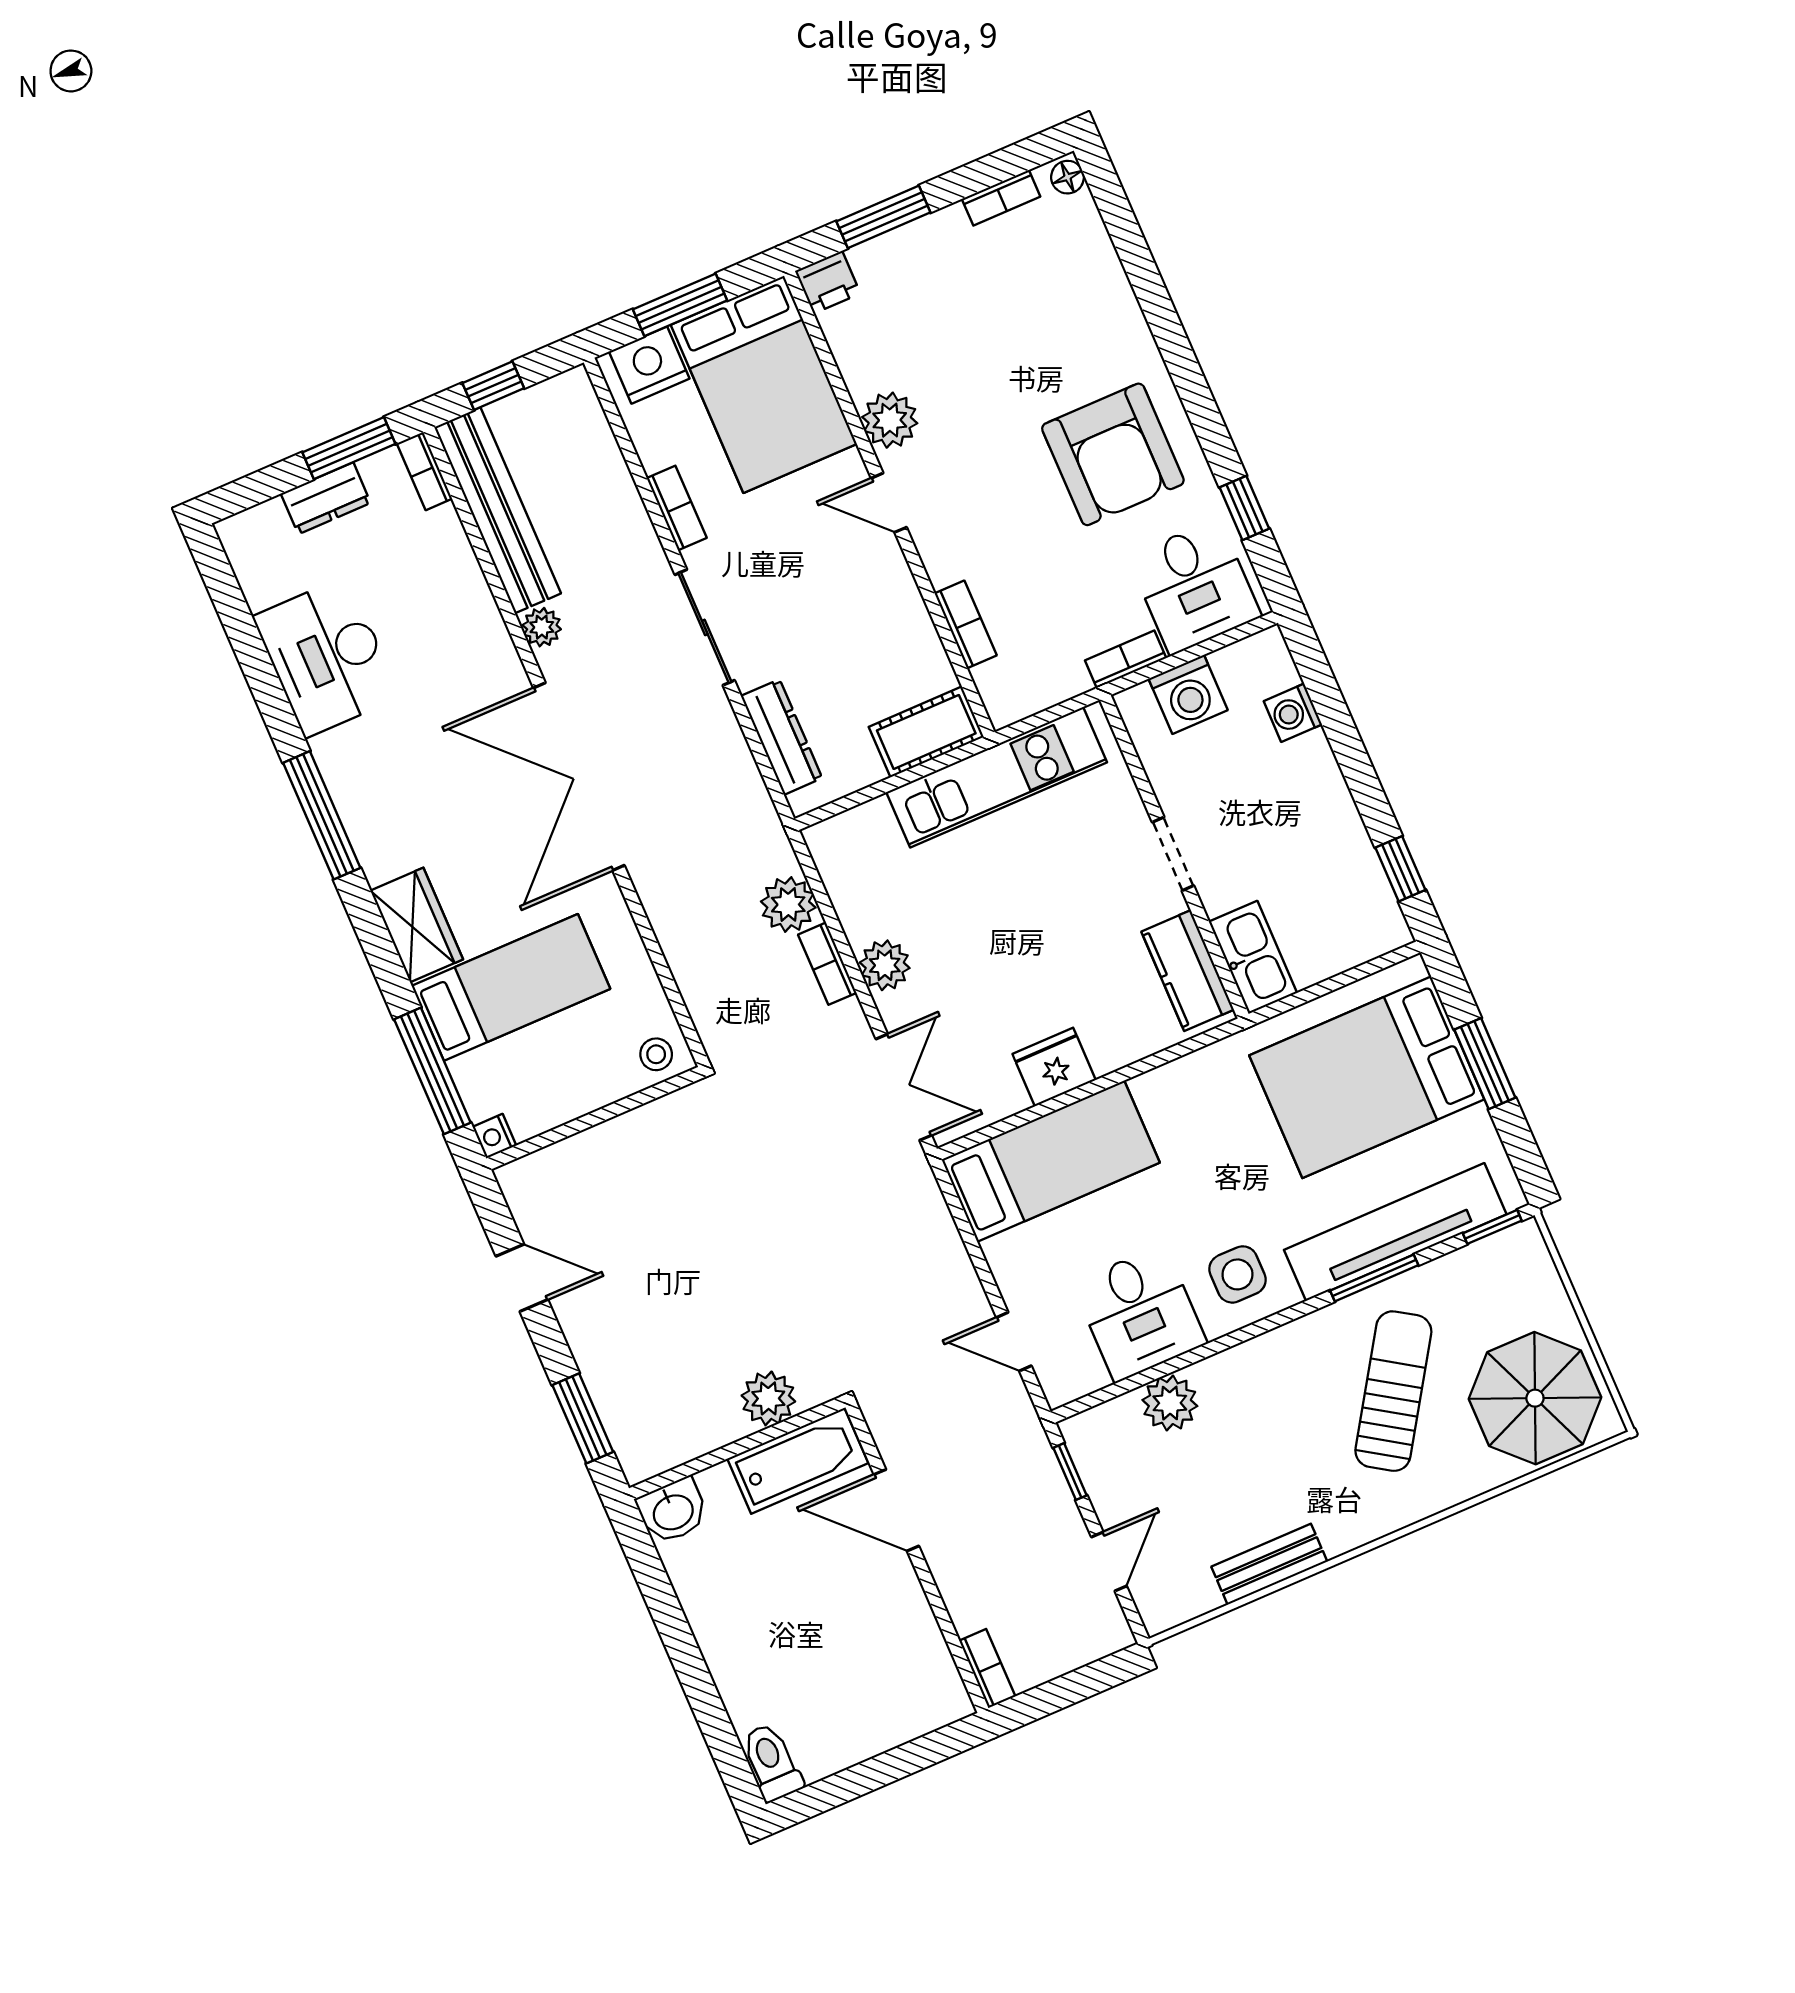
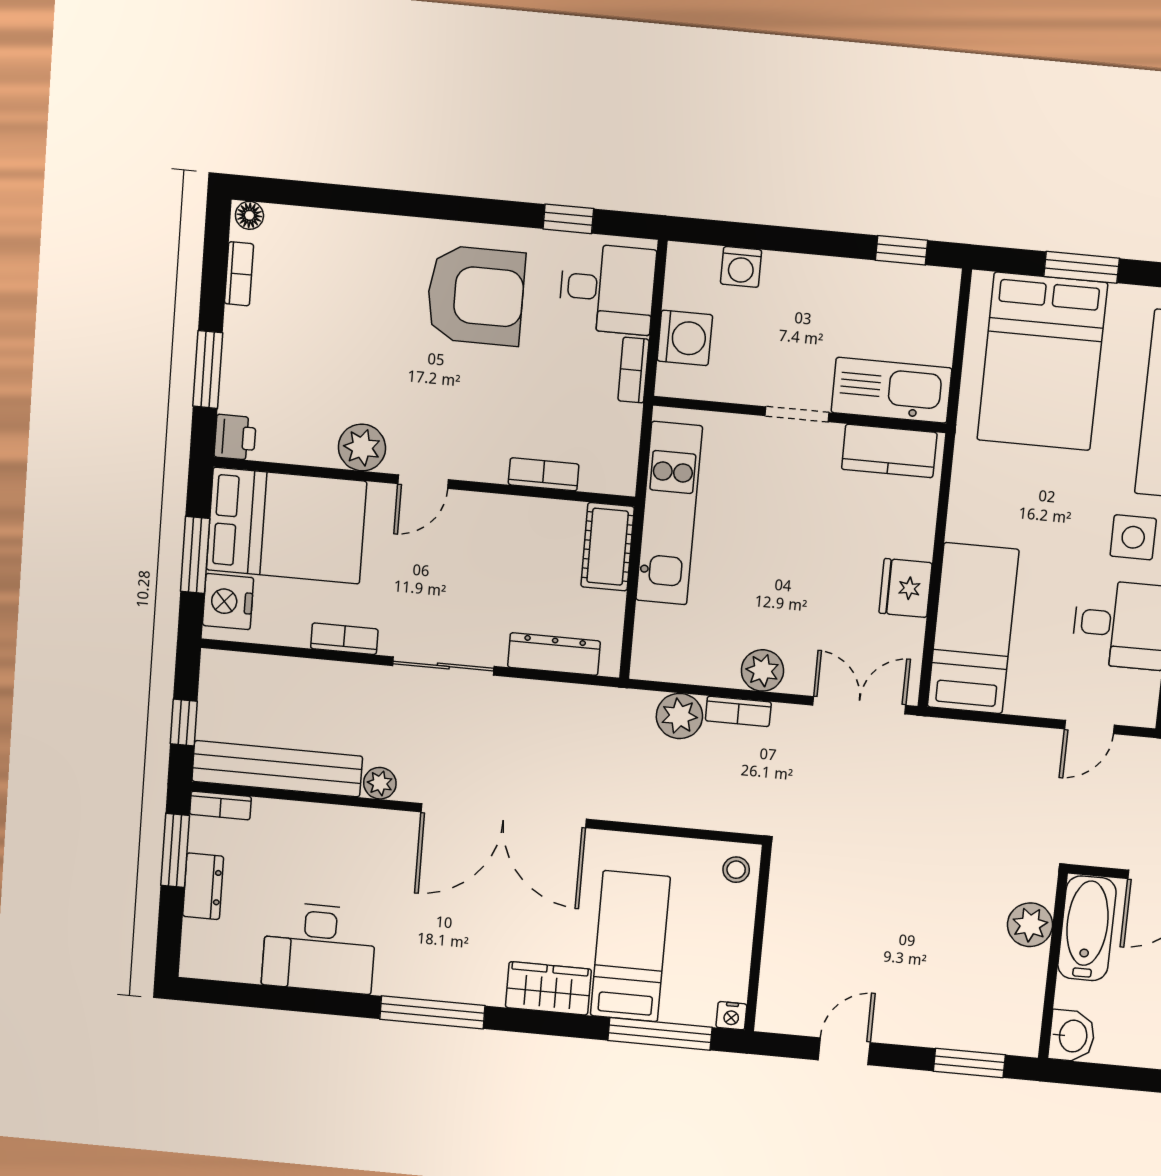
kitchen sink: (1253, 957) -> (891, 390), width x1.36, depth x1.24

